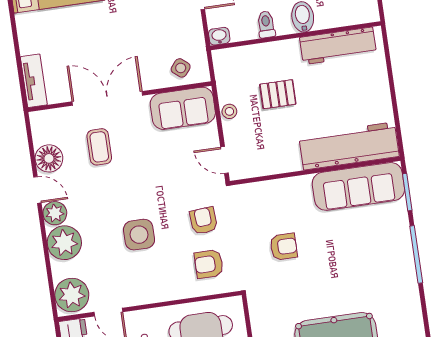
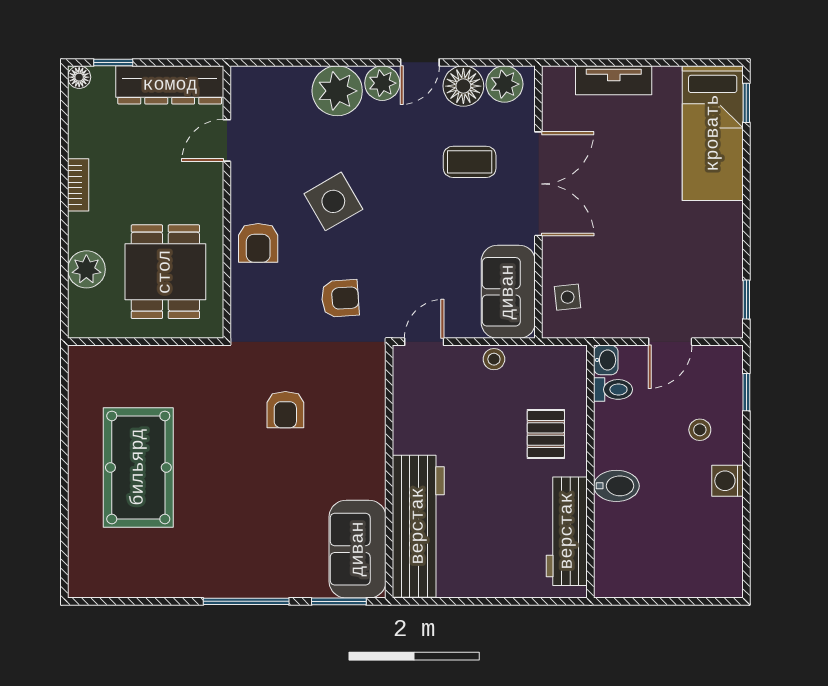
toilet: (266, 24) -> (613, 389), moved
side table: (181, 68) -> (568, 297), turned 45
tv unit: (34, 81) -> (614, 80), moved
pallet: (278, 94) -> (546, 434), moved
sofa: (358, 186) -> (358, 549), width x0.73
side table: (139, 235) -> (333, 201), turned -30
armchair: (209, 264) -> (258, 243), moved, turned 180
plant: (72, 295) -> (504, 84), moved, width x0.73, depth x0.73

